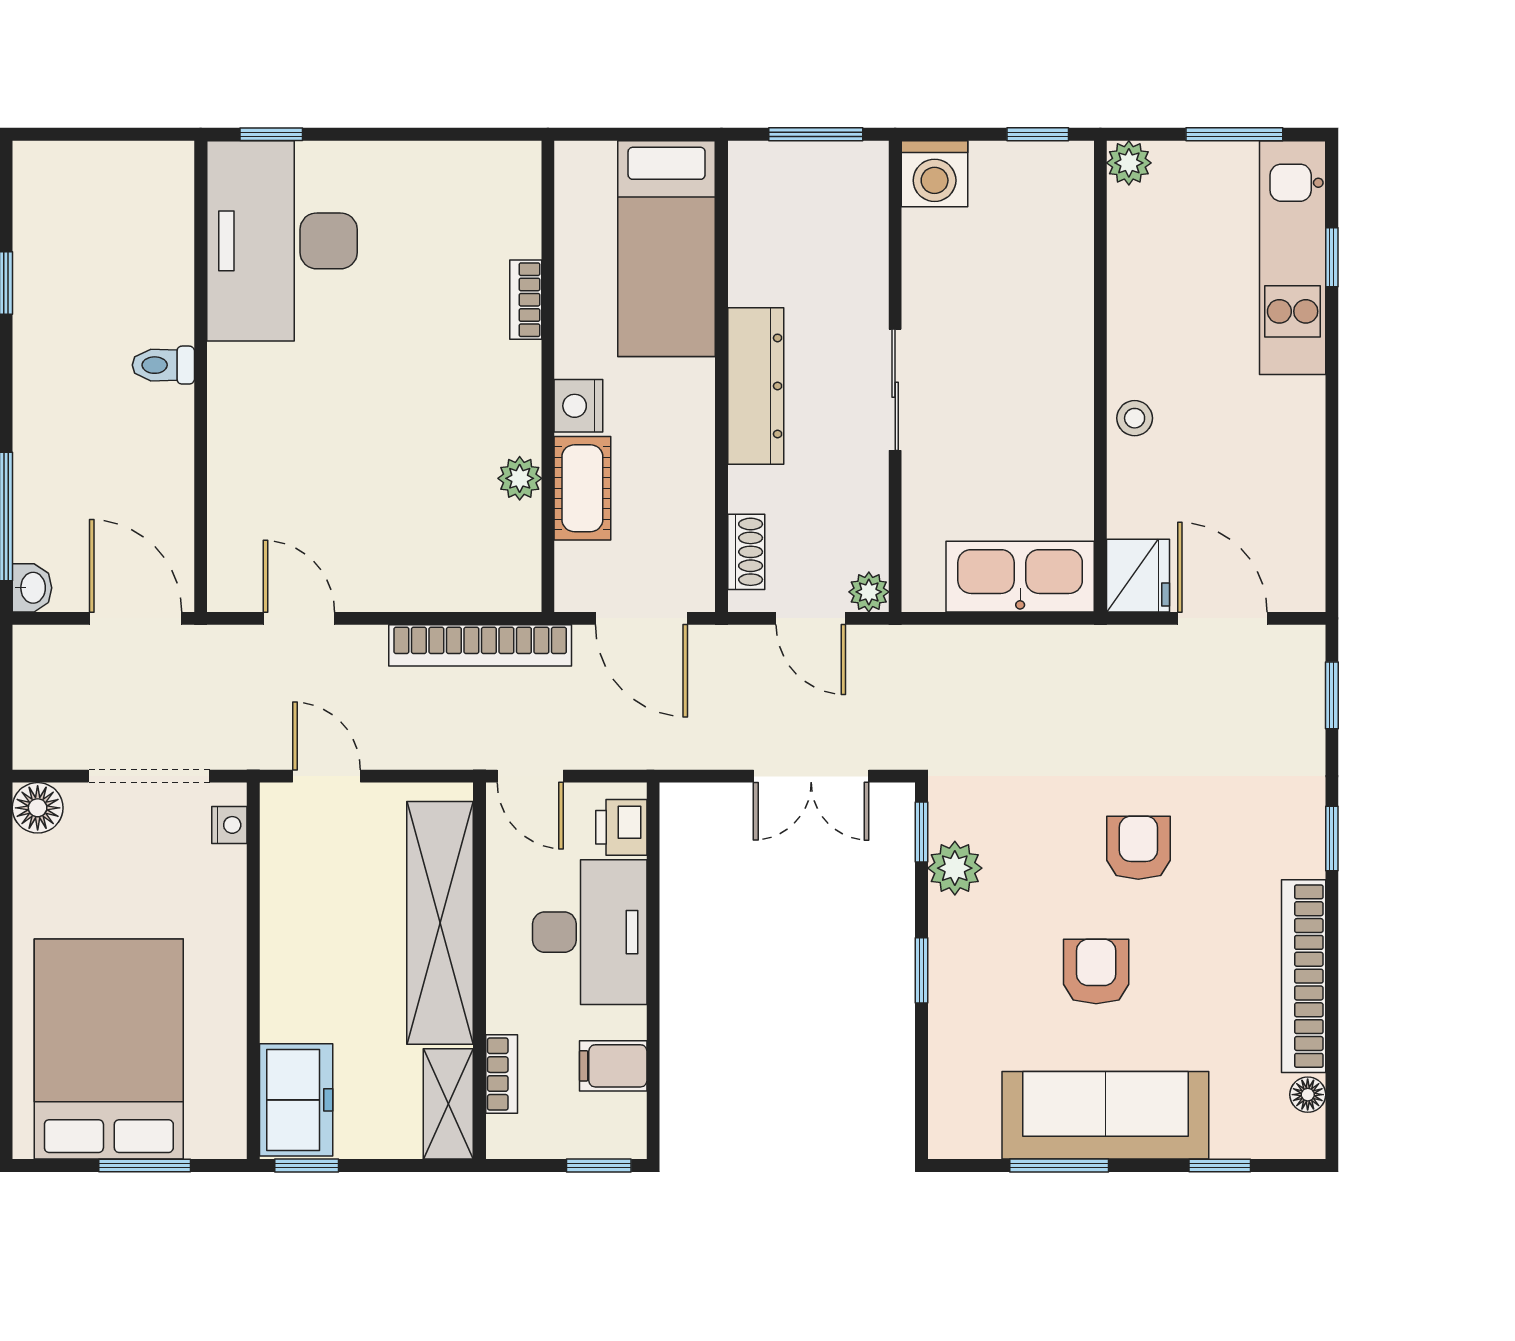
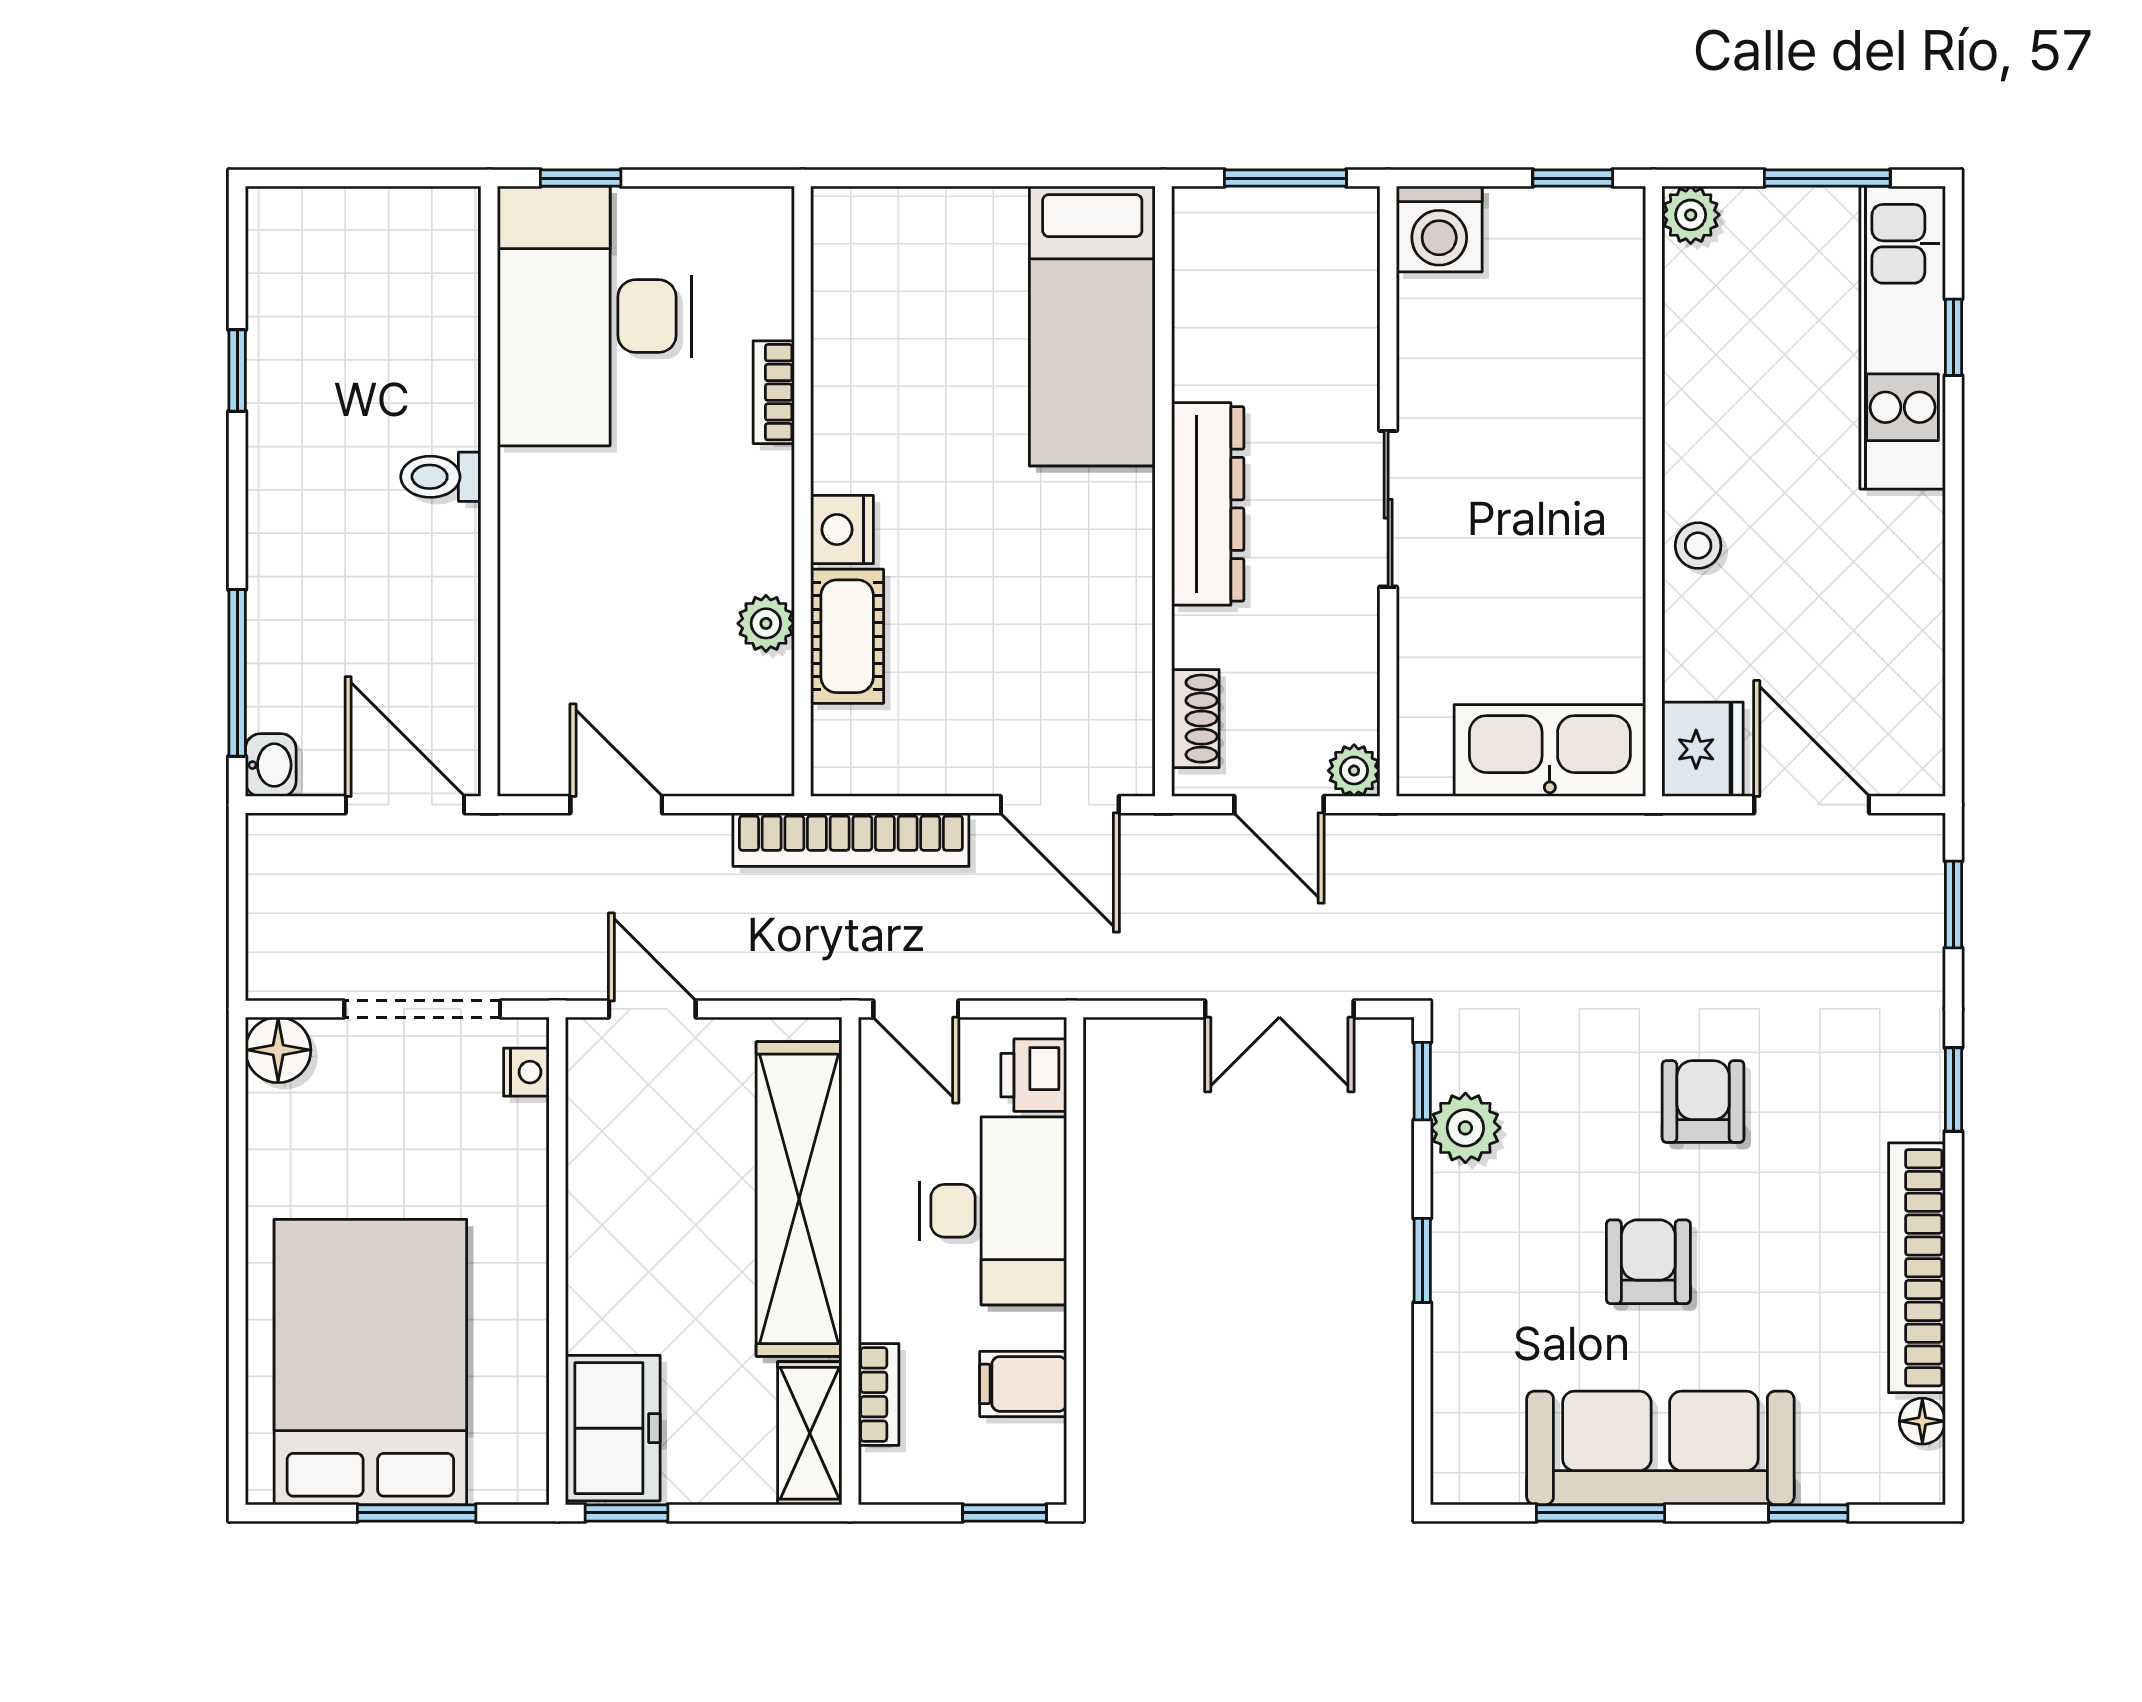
bookcase: (526, 300) -> (774, 392), moved
wall: (548, 376) -> (802, 491), moved
nightstand: (578, 406) -> (842, 530), moved
plant: (520, 478) -> (766, 623), moved
cot: (582, 488) -> (847, 636), moved

